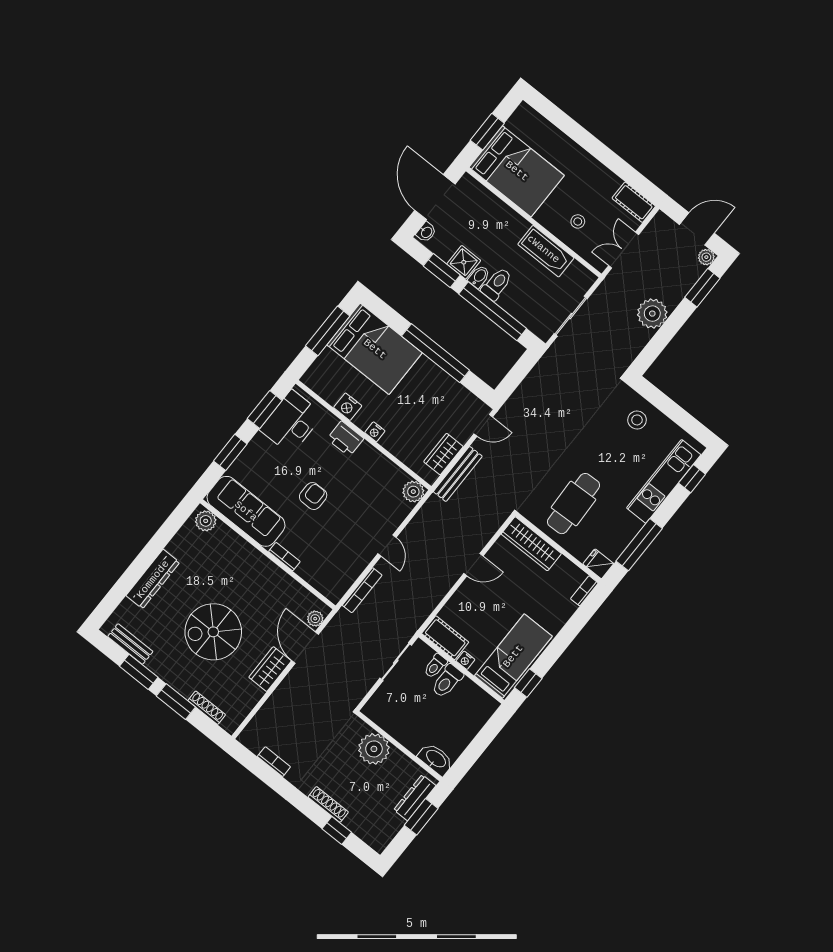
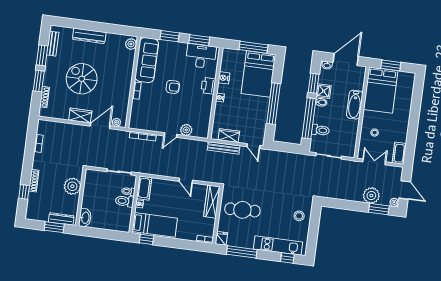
bathtub: (546, 251) -> (355, 105), moved
toilet: (497, 284) -> (320, 130), moved
plant: (652, 314) -> (371, 196), moved
plant: (413, 492) -> (186, 130), moved

